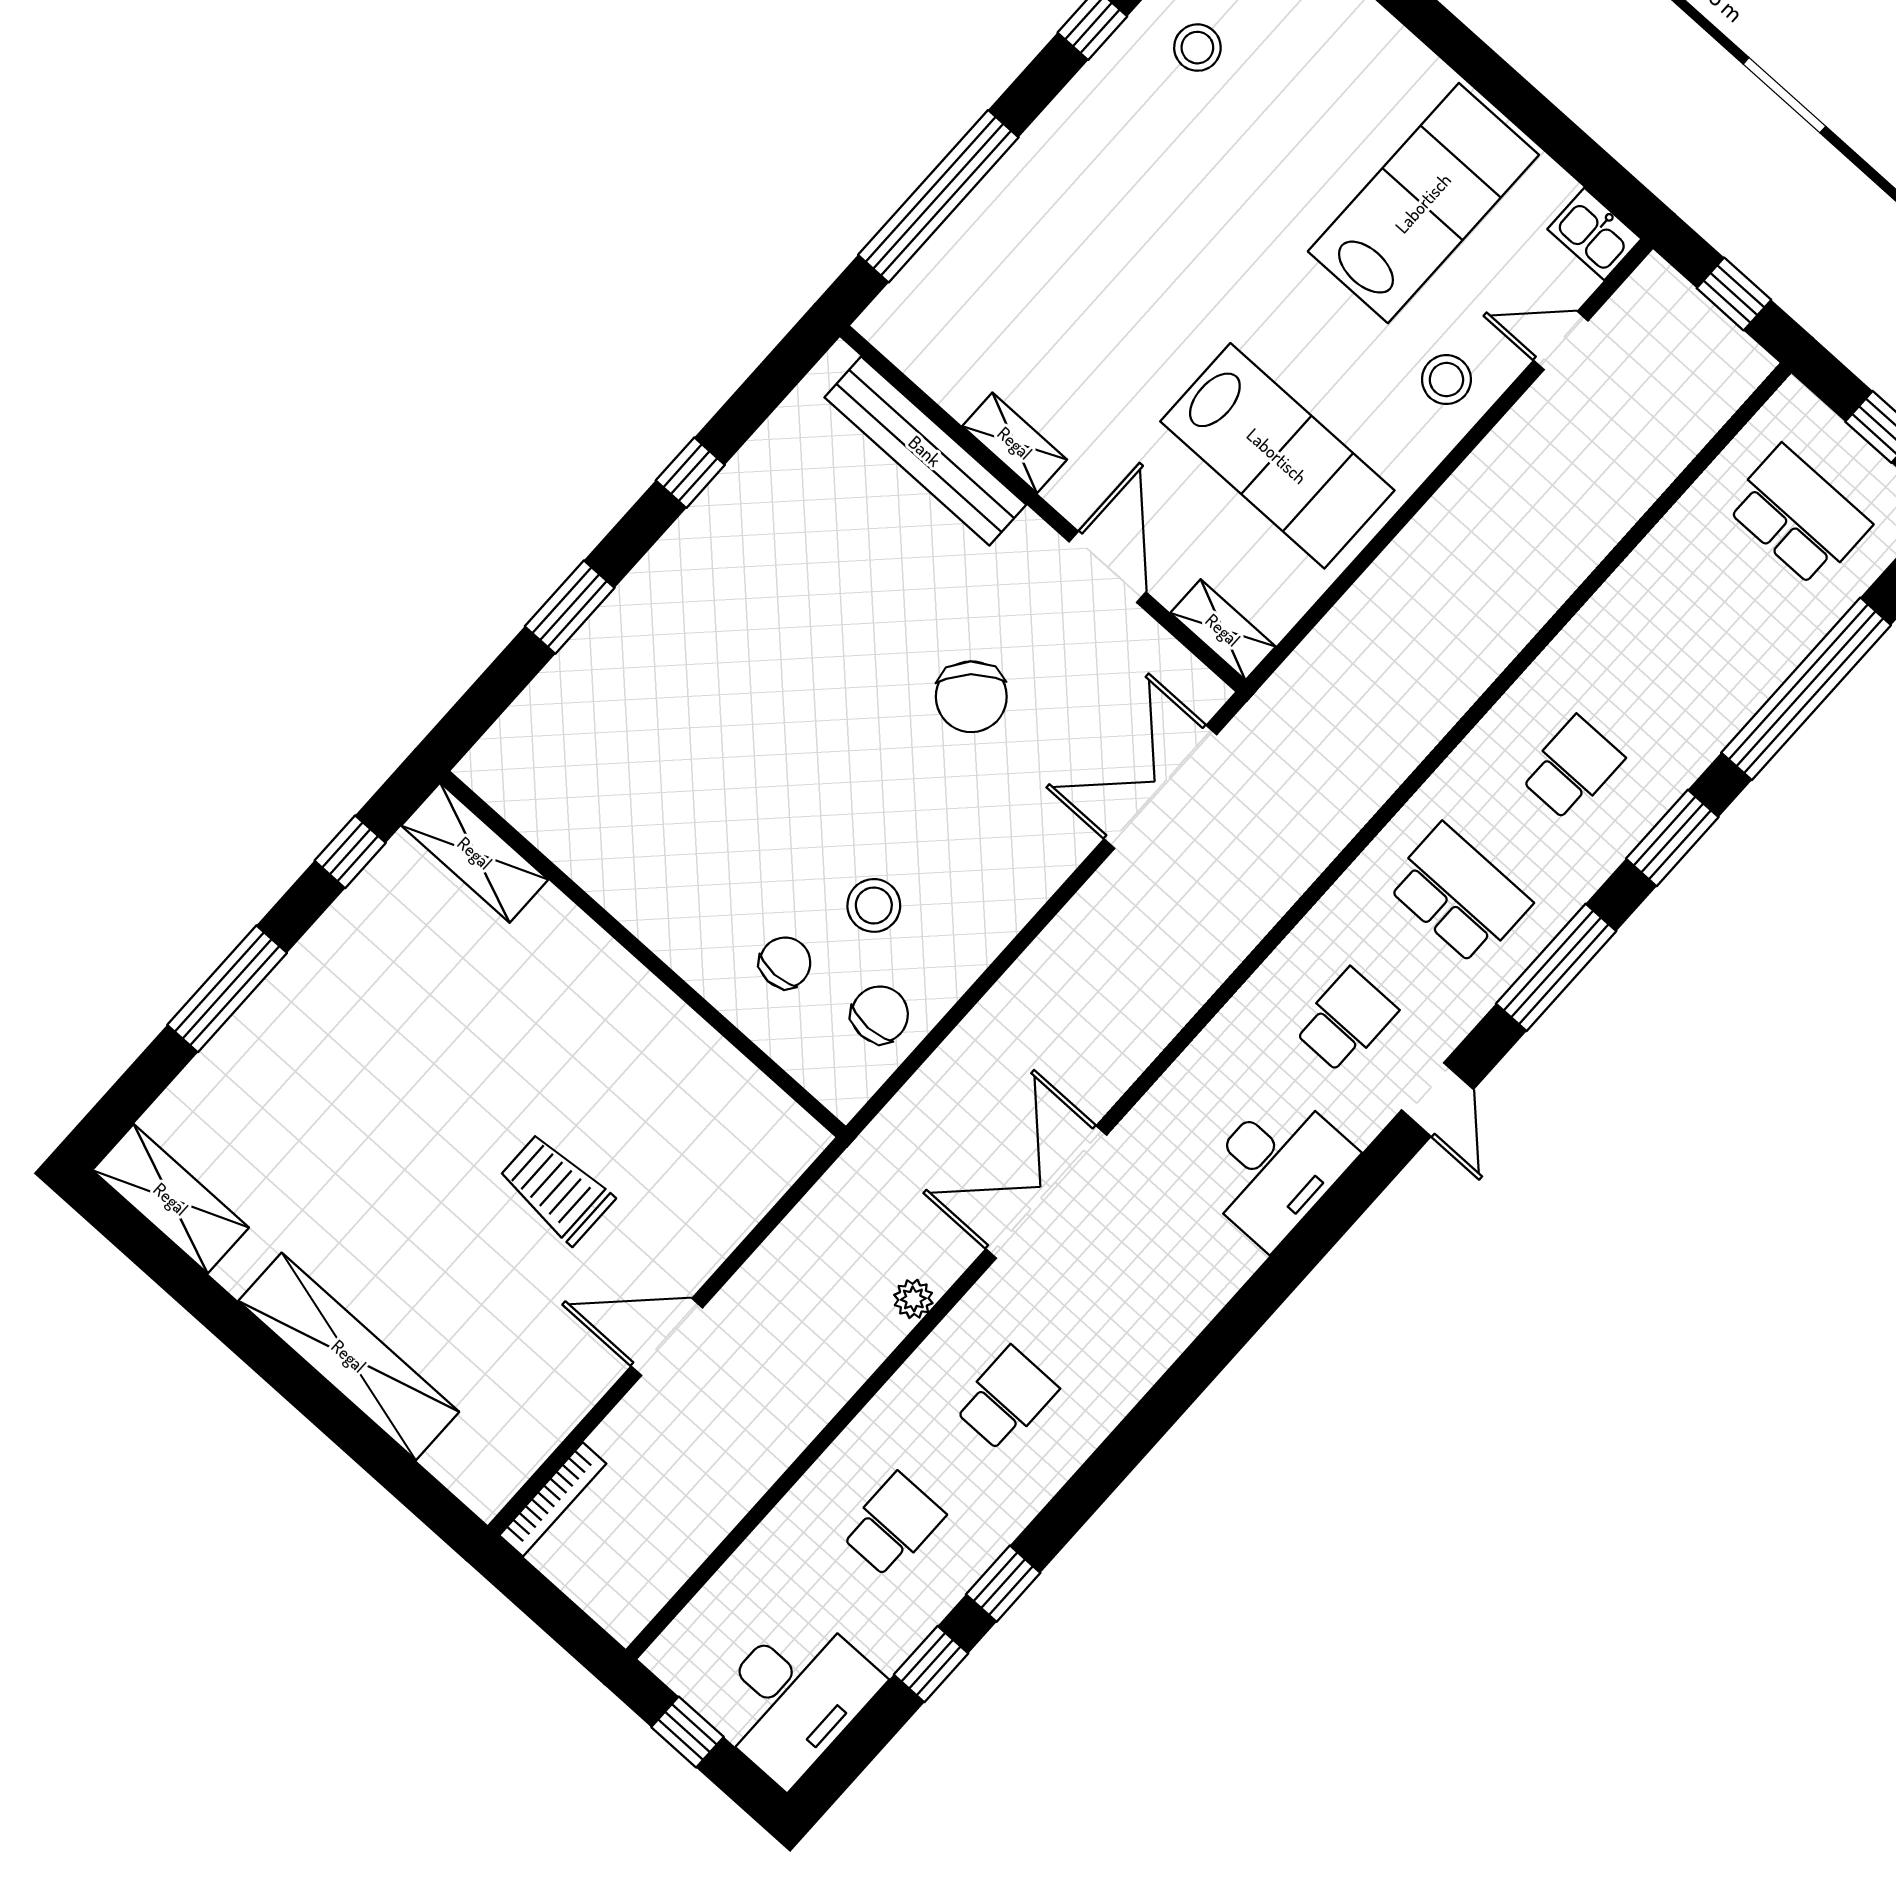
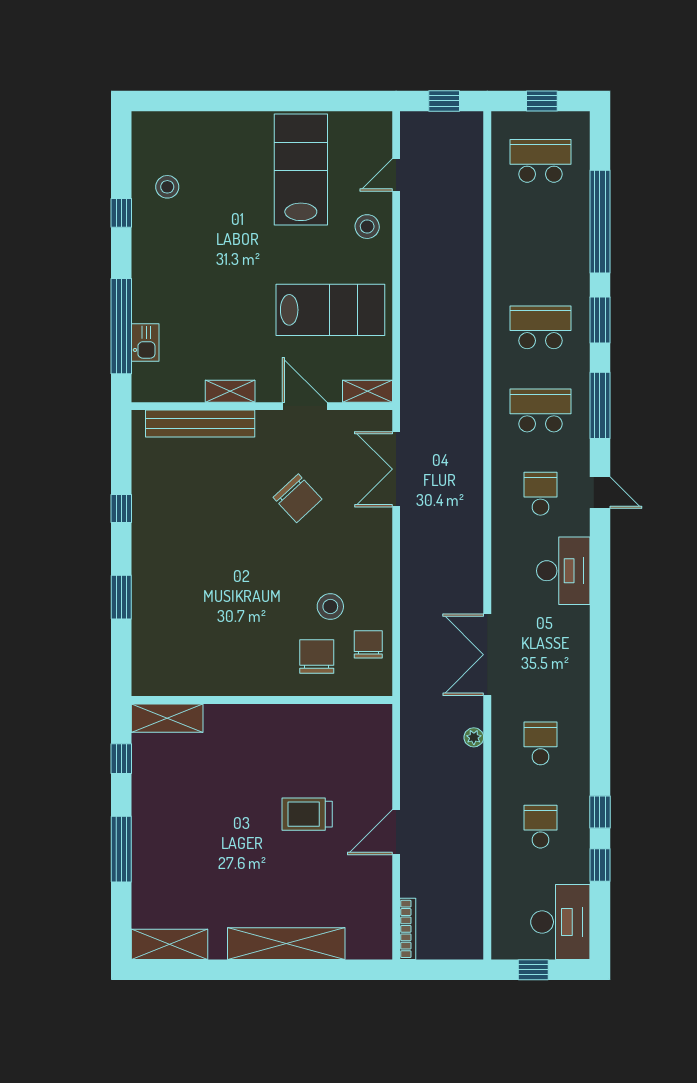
kitchen sink: (1594, 234) -> (145, 342), moved, turned -90
school desk: (1572, 768) -> (540, 327), width x1.85
chair: (785, 963) -> (317, 657), width x1.37, depth x1.37

